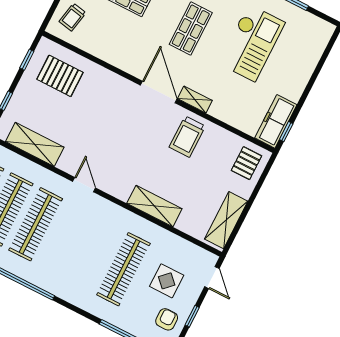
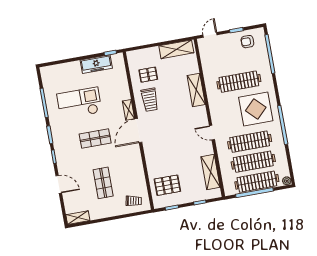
pallet: (60, 76) -> (167, 185), turned 90
freezer: (276, 121) -> (96, 64), moved
trolley: (187, 137) -> (150, 100), turned 90
pallet: (246, 163) -> (148, 75), moved
door: (84, 185) -> (212, 133), hinge flipped
display table: (167, 281) -> (256, 109), moved, width x1.86, depth x1.86

